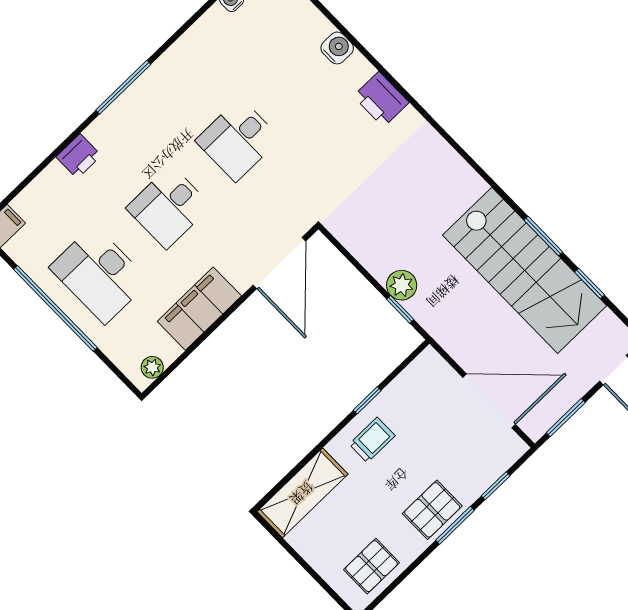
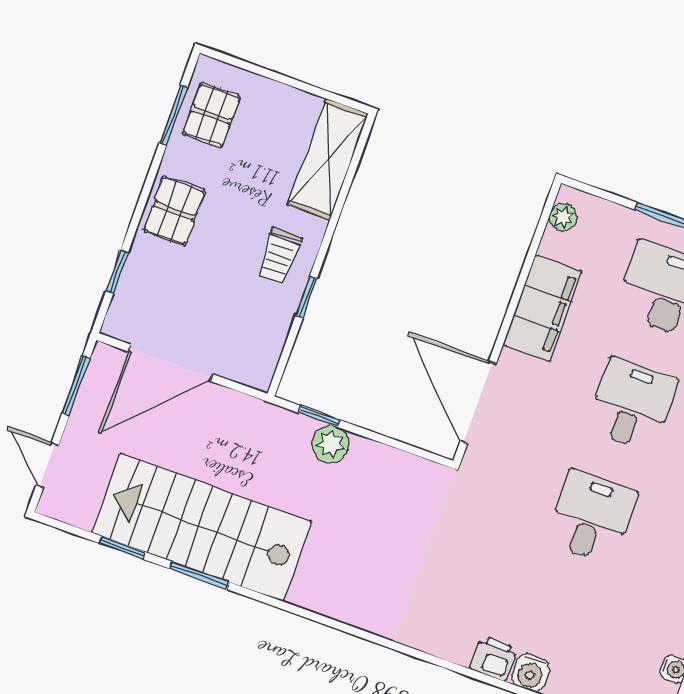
printer: (381, 99) -> (494, 658), moved, width x0.73, depth x0.81
window: (455, 525) -> (173, 115), moved

